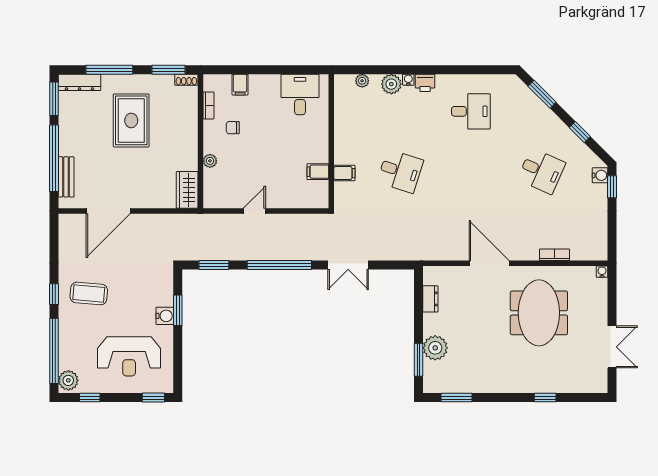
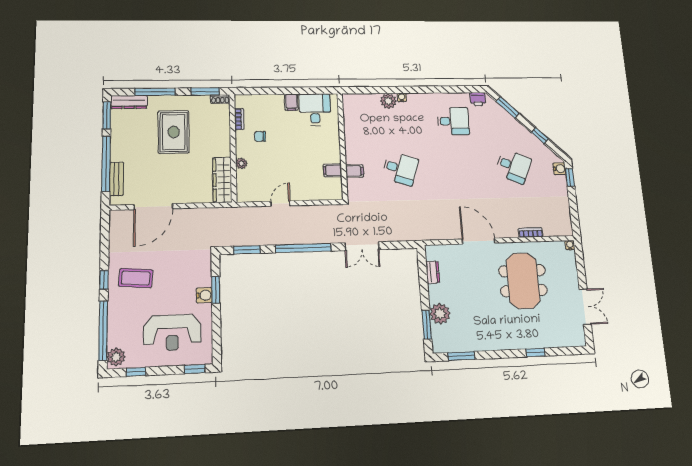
plant: (362, 81) -> (365, 99), removed
printer: (425, 83) -> (478, 99), moved
filing cabinet: (240, 85) -> (291, 102), moved
wardrobe: (187, 190) -> (222, 180), width x1.50

